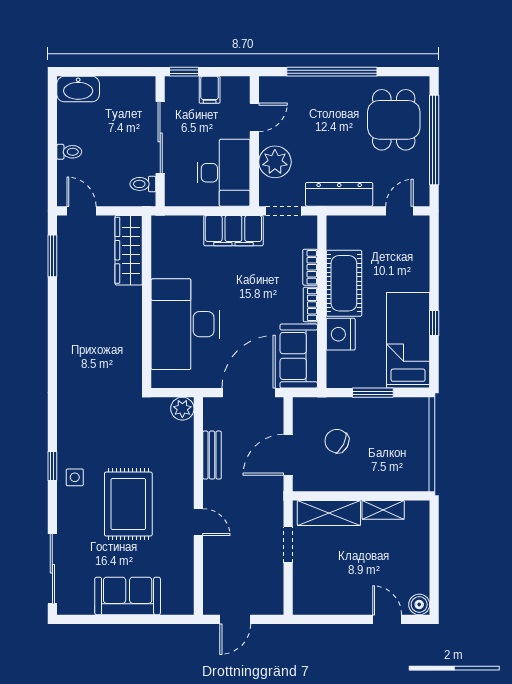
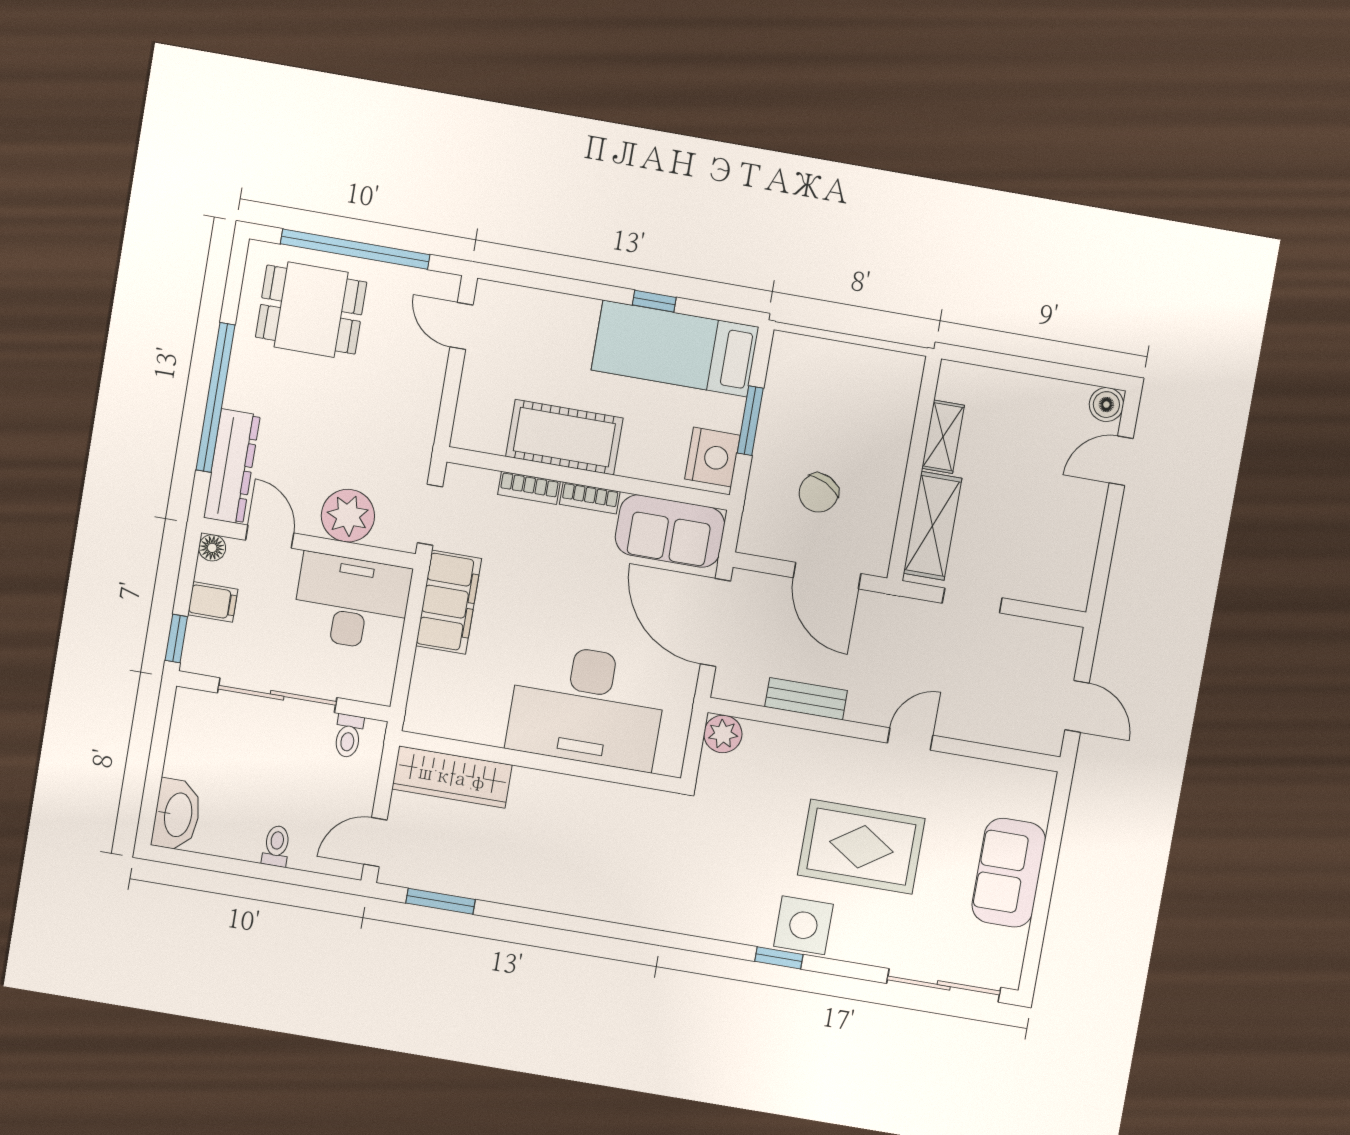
floor lamp: (242, 84) -> (212, 548), added
dresser: (339, 194) -> (232, 467), moved, turned 180
nightstand: (341, 334) -> (712, 457), moved, turned -90
side table: (75, 477) -> (803, 925), width x1.87, depth x1.87

